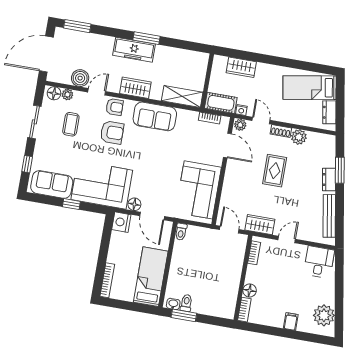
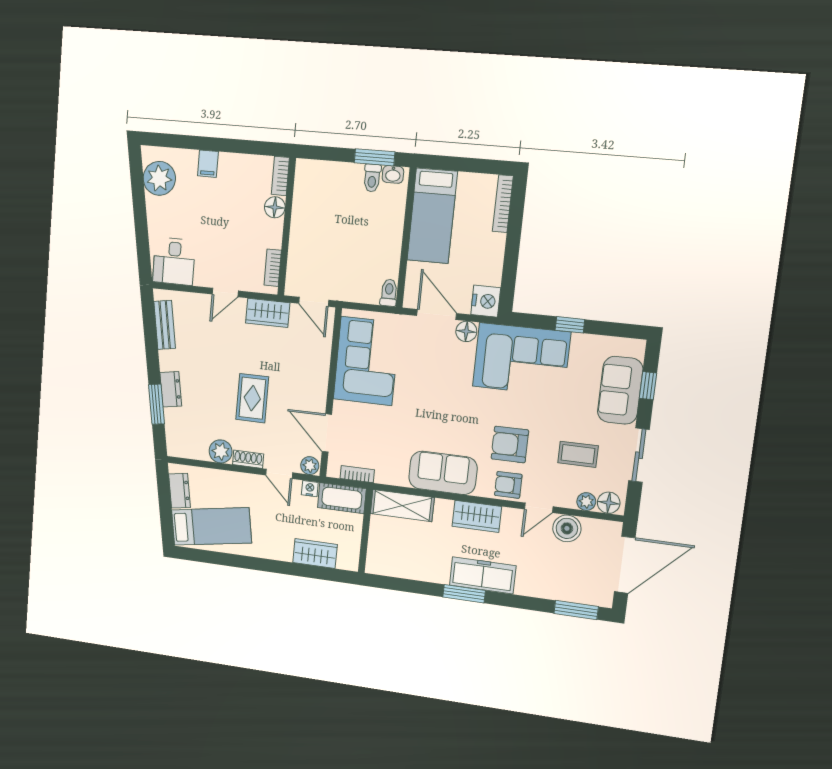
coffee table: (71, 124) -> (578, 454), turned 90
sofa: (52, 184) -> (620, 390), moved, turned 90
bench: (329, 216) -> (165, 325), width x0.73

